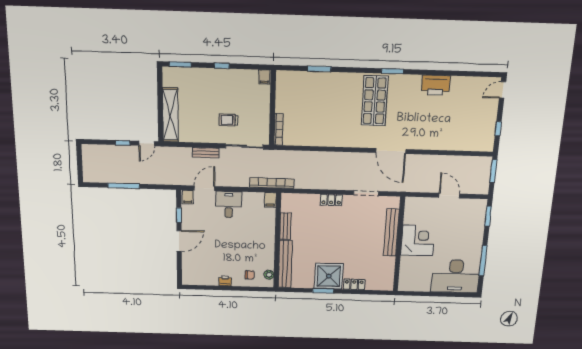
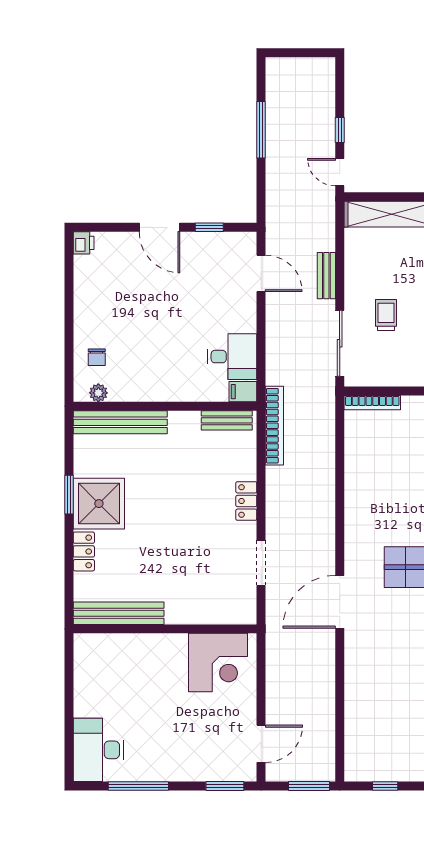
bookcase: (272, 183) -> (274, 426), moved
door: (449, 196) -> (261, 744), moved
filing cabinet: (188, 197) -> (244, 244), removed
desk: (229, 204) -> (232, 357), moved
bench: (285, 226) -> (227, 420), moved
bench: (391, 233) -> (119, 613), moved
corner desk: (418, 241) -> (218, 663), moved
desk: (456, 276) -> (98, 750), width x0.73, depth x0.77
printer: (225, 281) -> (84, 243), moved

